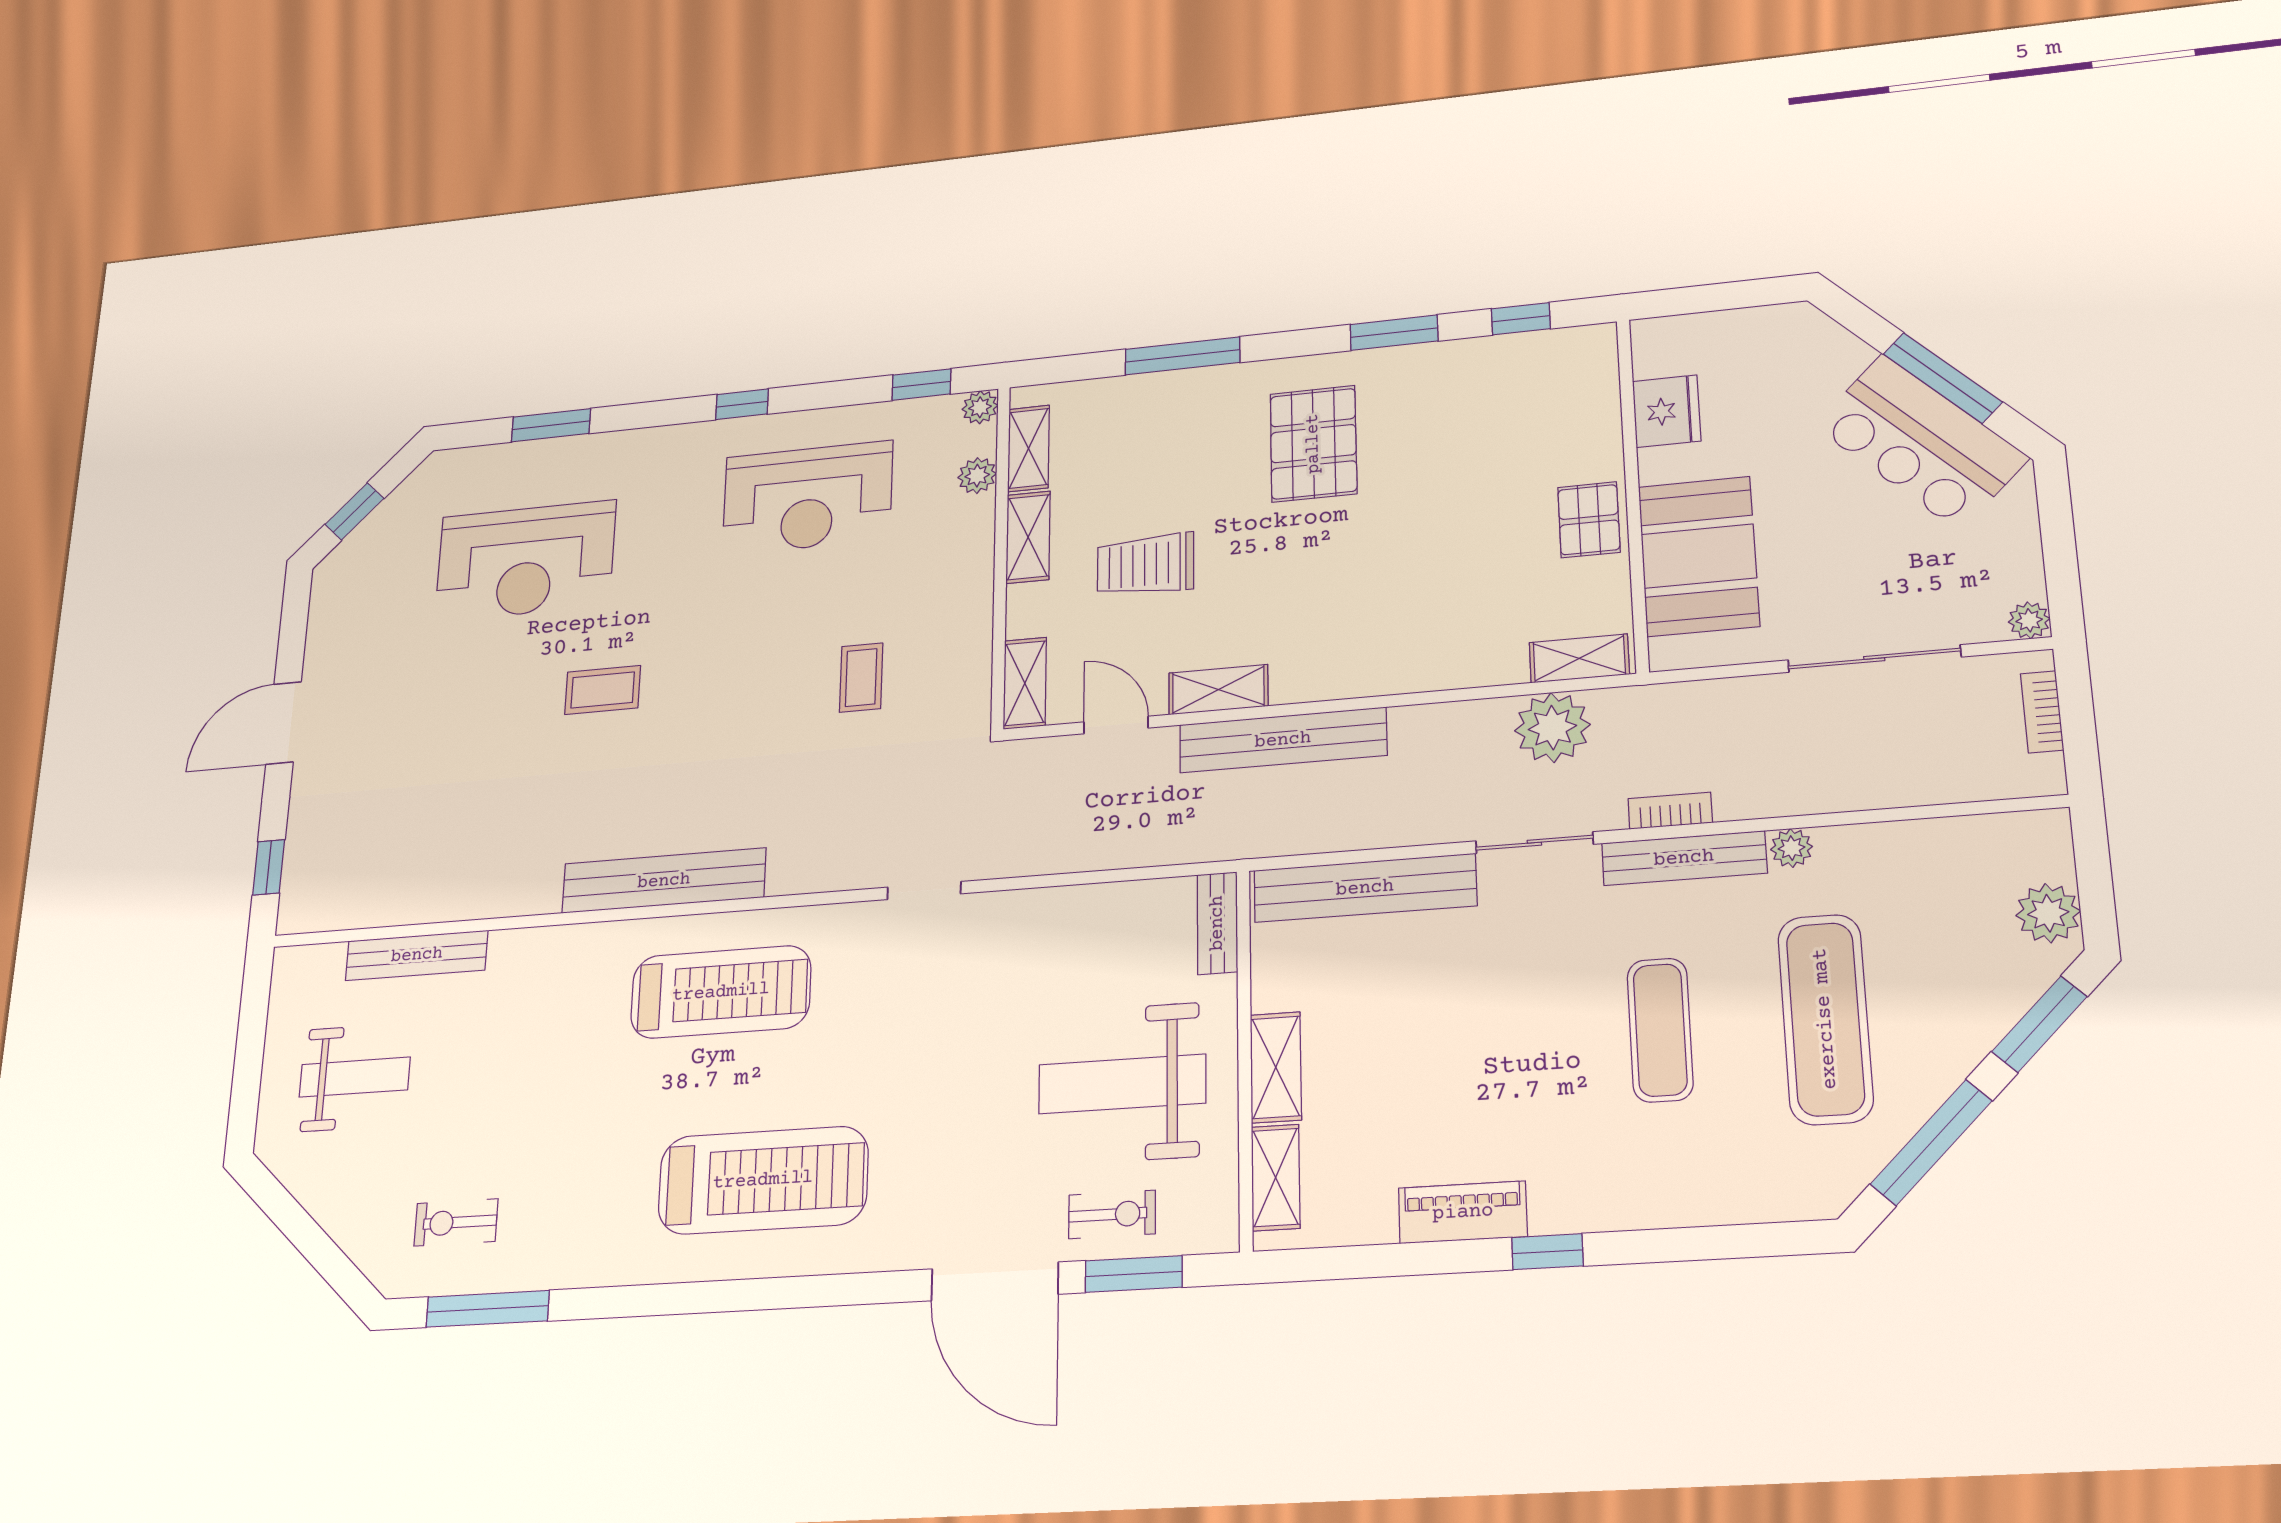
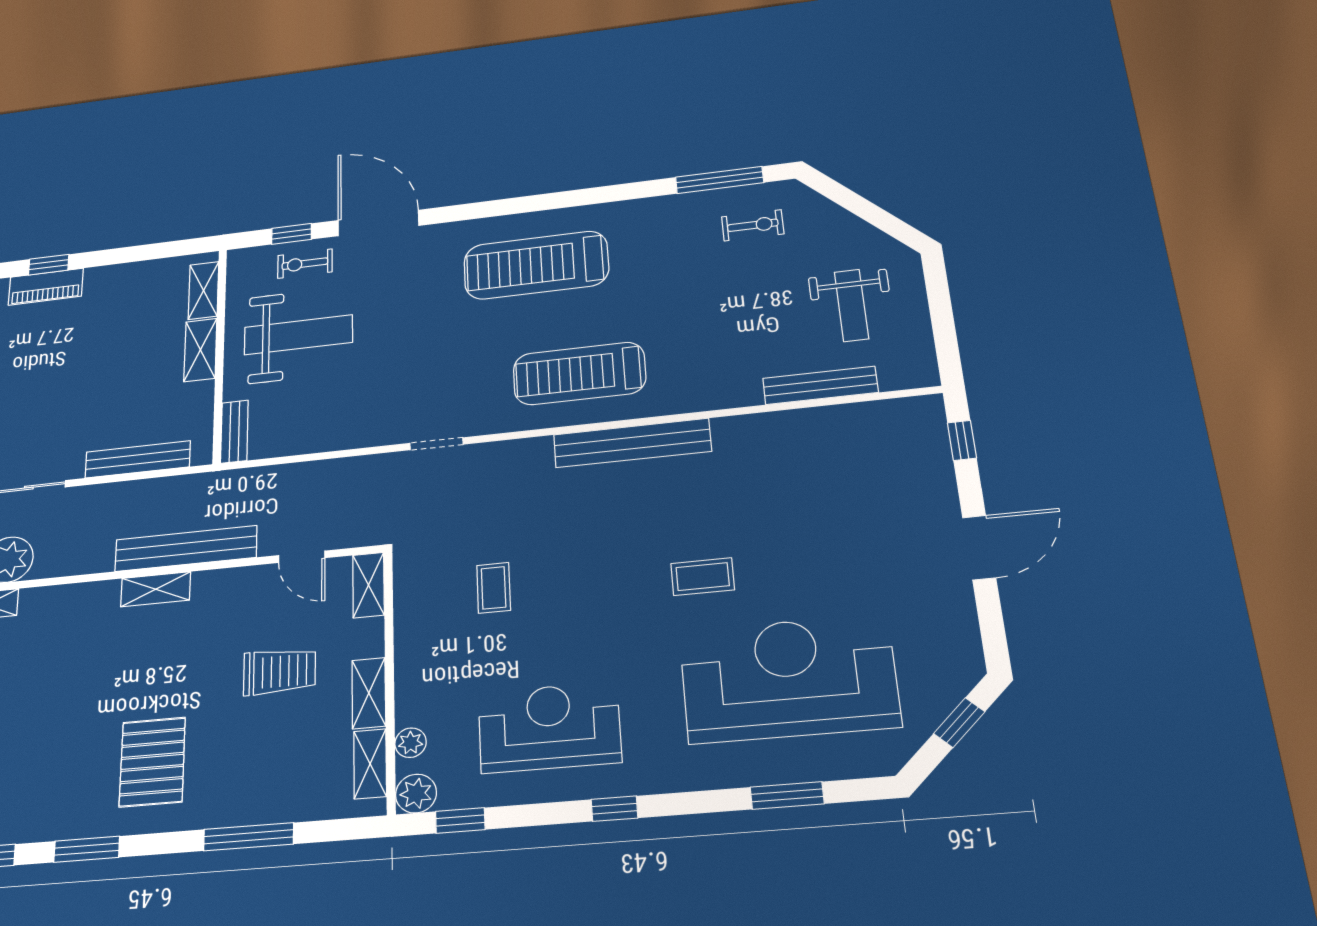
plant: (980, 407) -> (416, 794), width x1.38, depth x1.38
reception desk: (525, 561) -> (789, 678), width x1.36, depth x1.30
shelving: (1218, 690) -> (156, 589), moved
bench: (1365, 888) -> (138, 459), width x0.73, depth x0.82
weight bench: (355, 1077) -> (851, 305), turned -90
piano: (1463, 1212) -> (46, 287), moved
window: (1134, 1274) -> (292, 234), width x0.67

